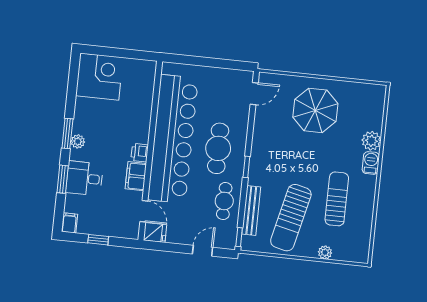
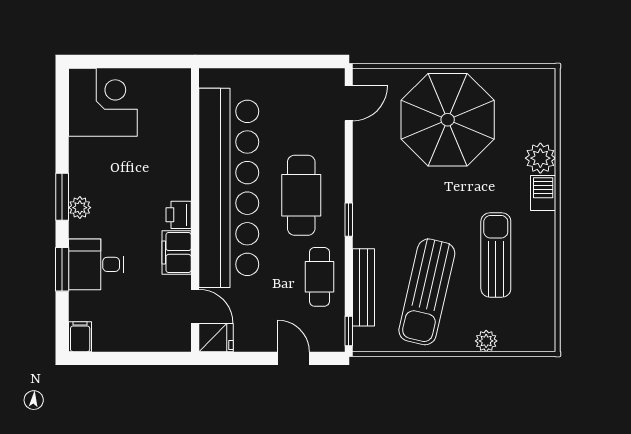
parasol: (315, 110) -> (448, 120), width x1.36, depth x1.36
window: (98, 240) -> (128, 358), removed
door: (203, 251) -> (294, 358), hinge flipped

